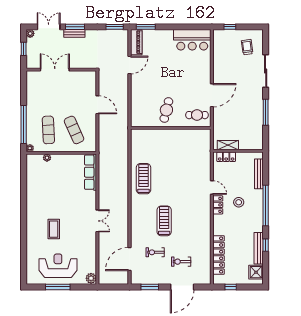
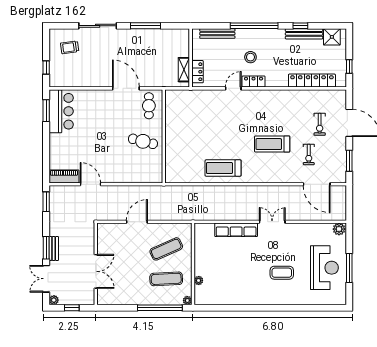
window: (146, 27) -> (46, 111), moved
double door: (55, 70) -> (96, 271), swing flipped
row of seats: (90, 172) -> (236, 230), moved
reception desk: (58, 266) -> (324, 268), turned 180

